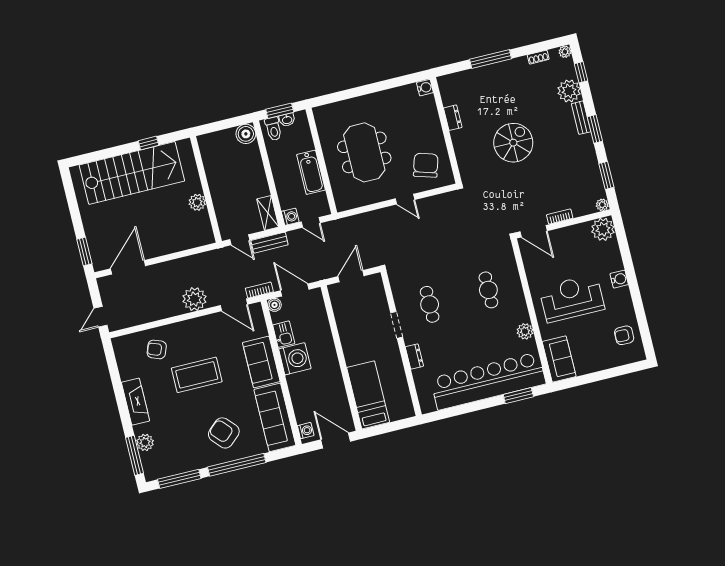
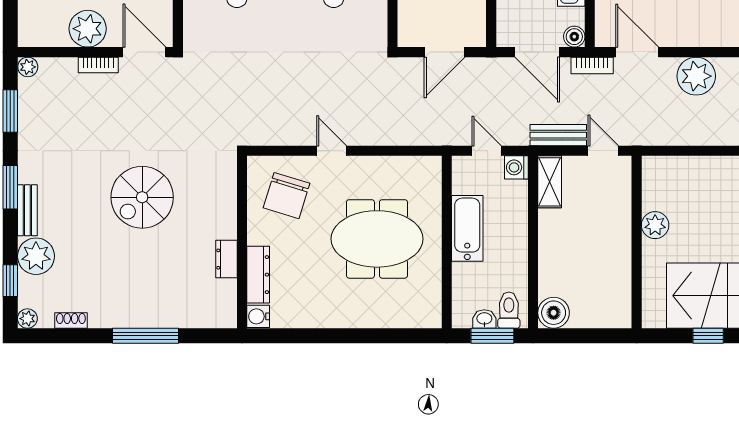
dresser: (431, 113) -> (258, 275), added
meeting table: (364, 152) -> (377, 239), turned 90
plant: (603, 229) -> (88, 29), moved

